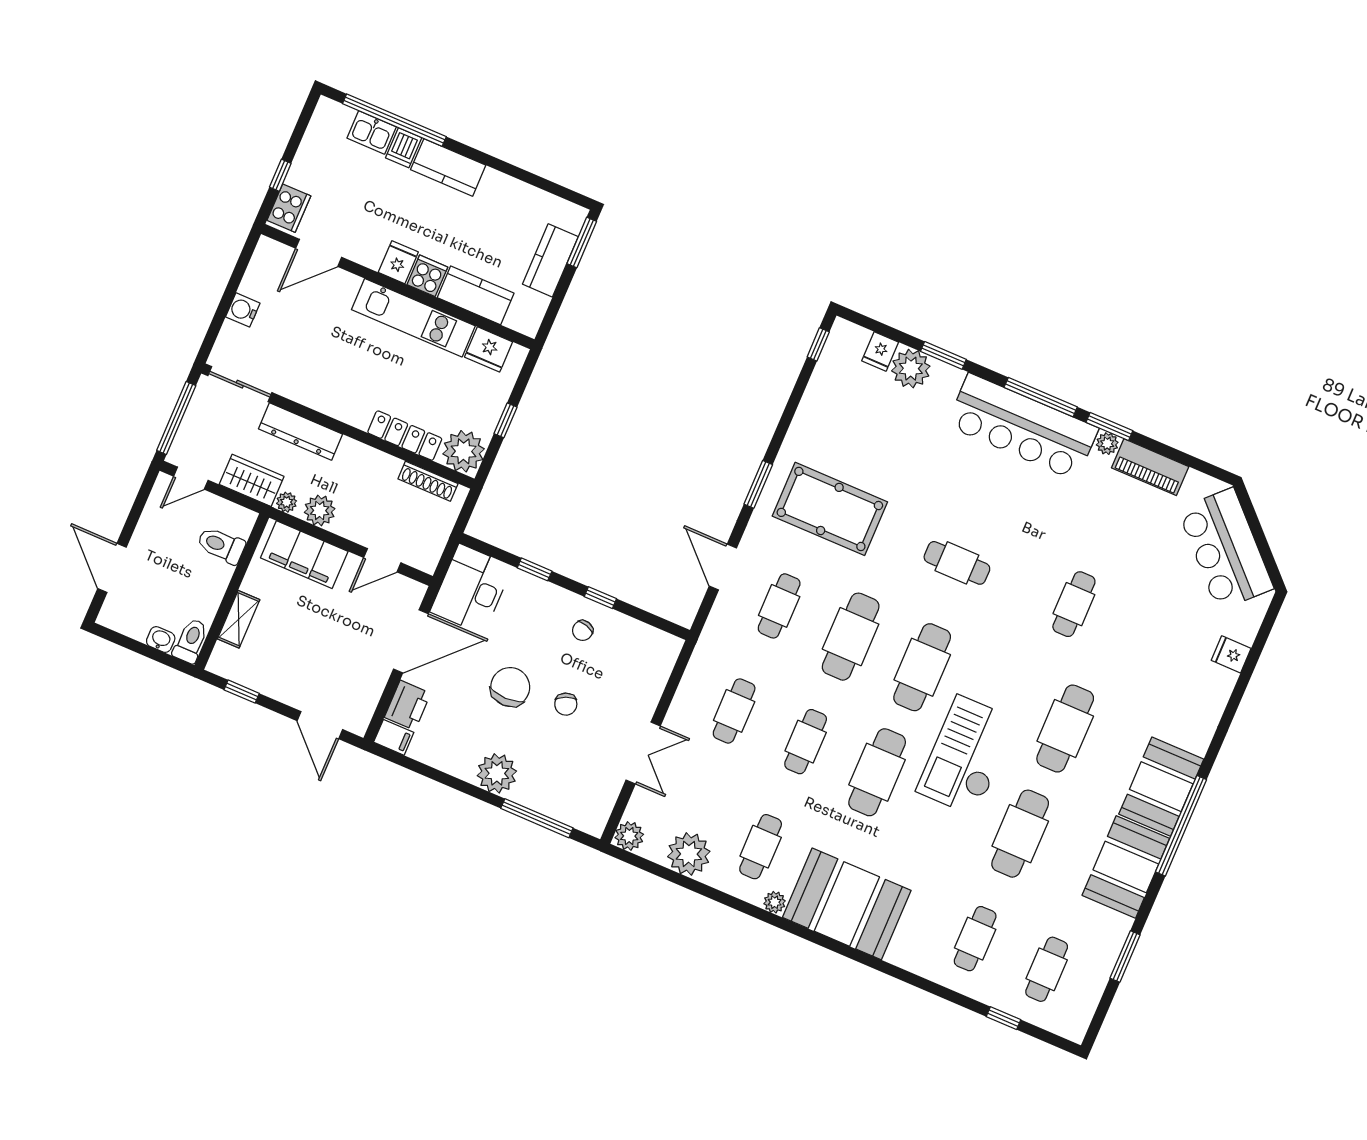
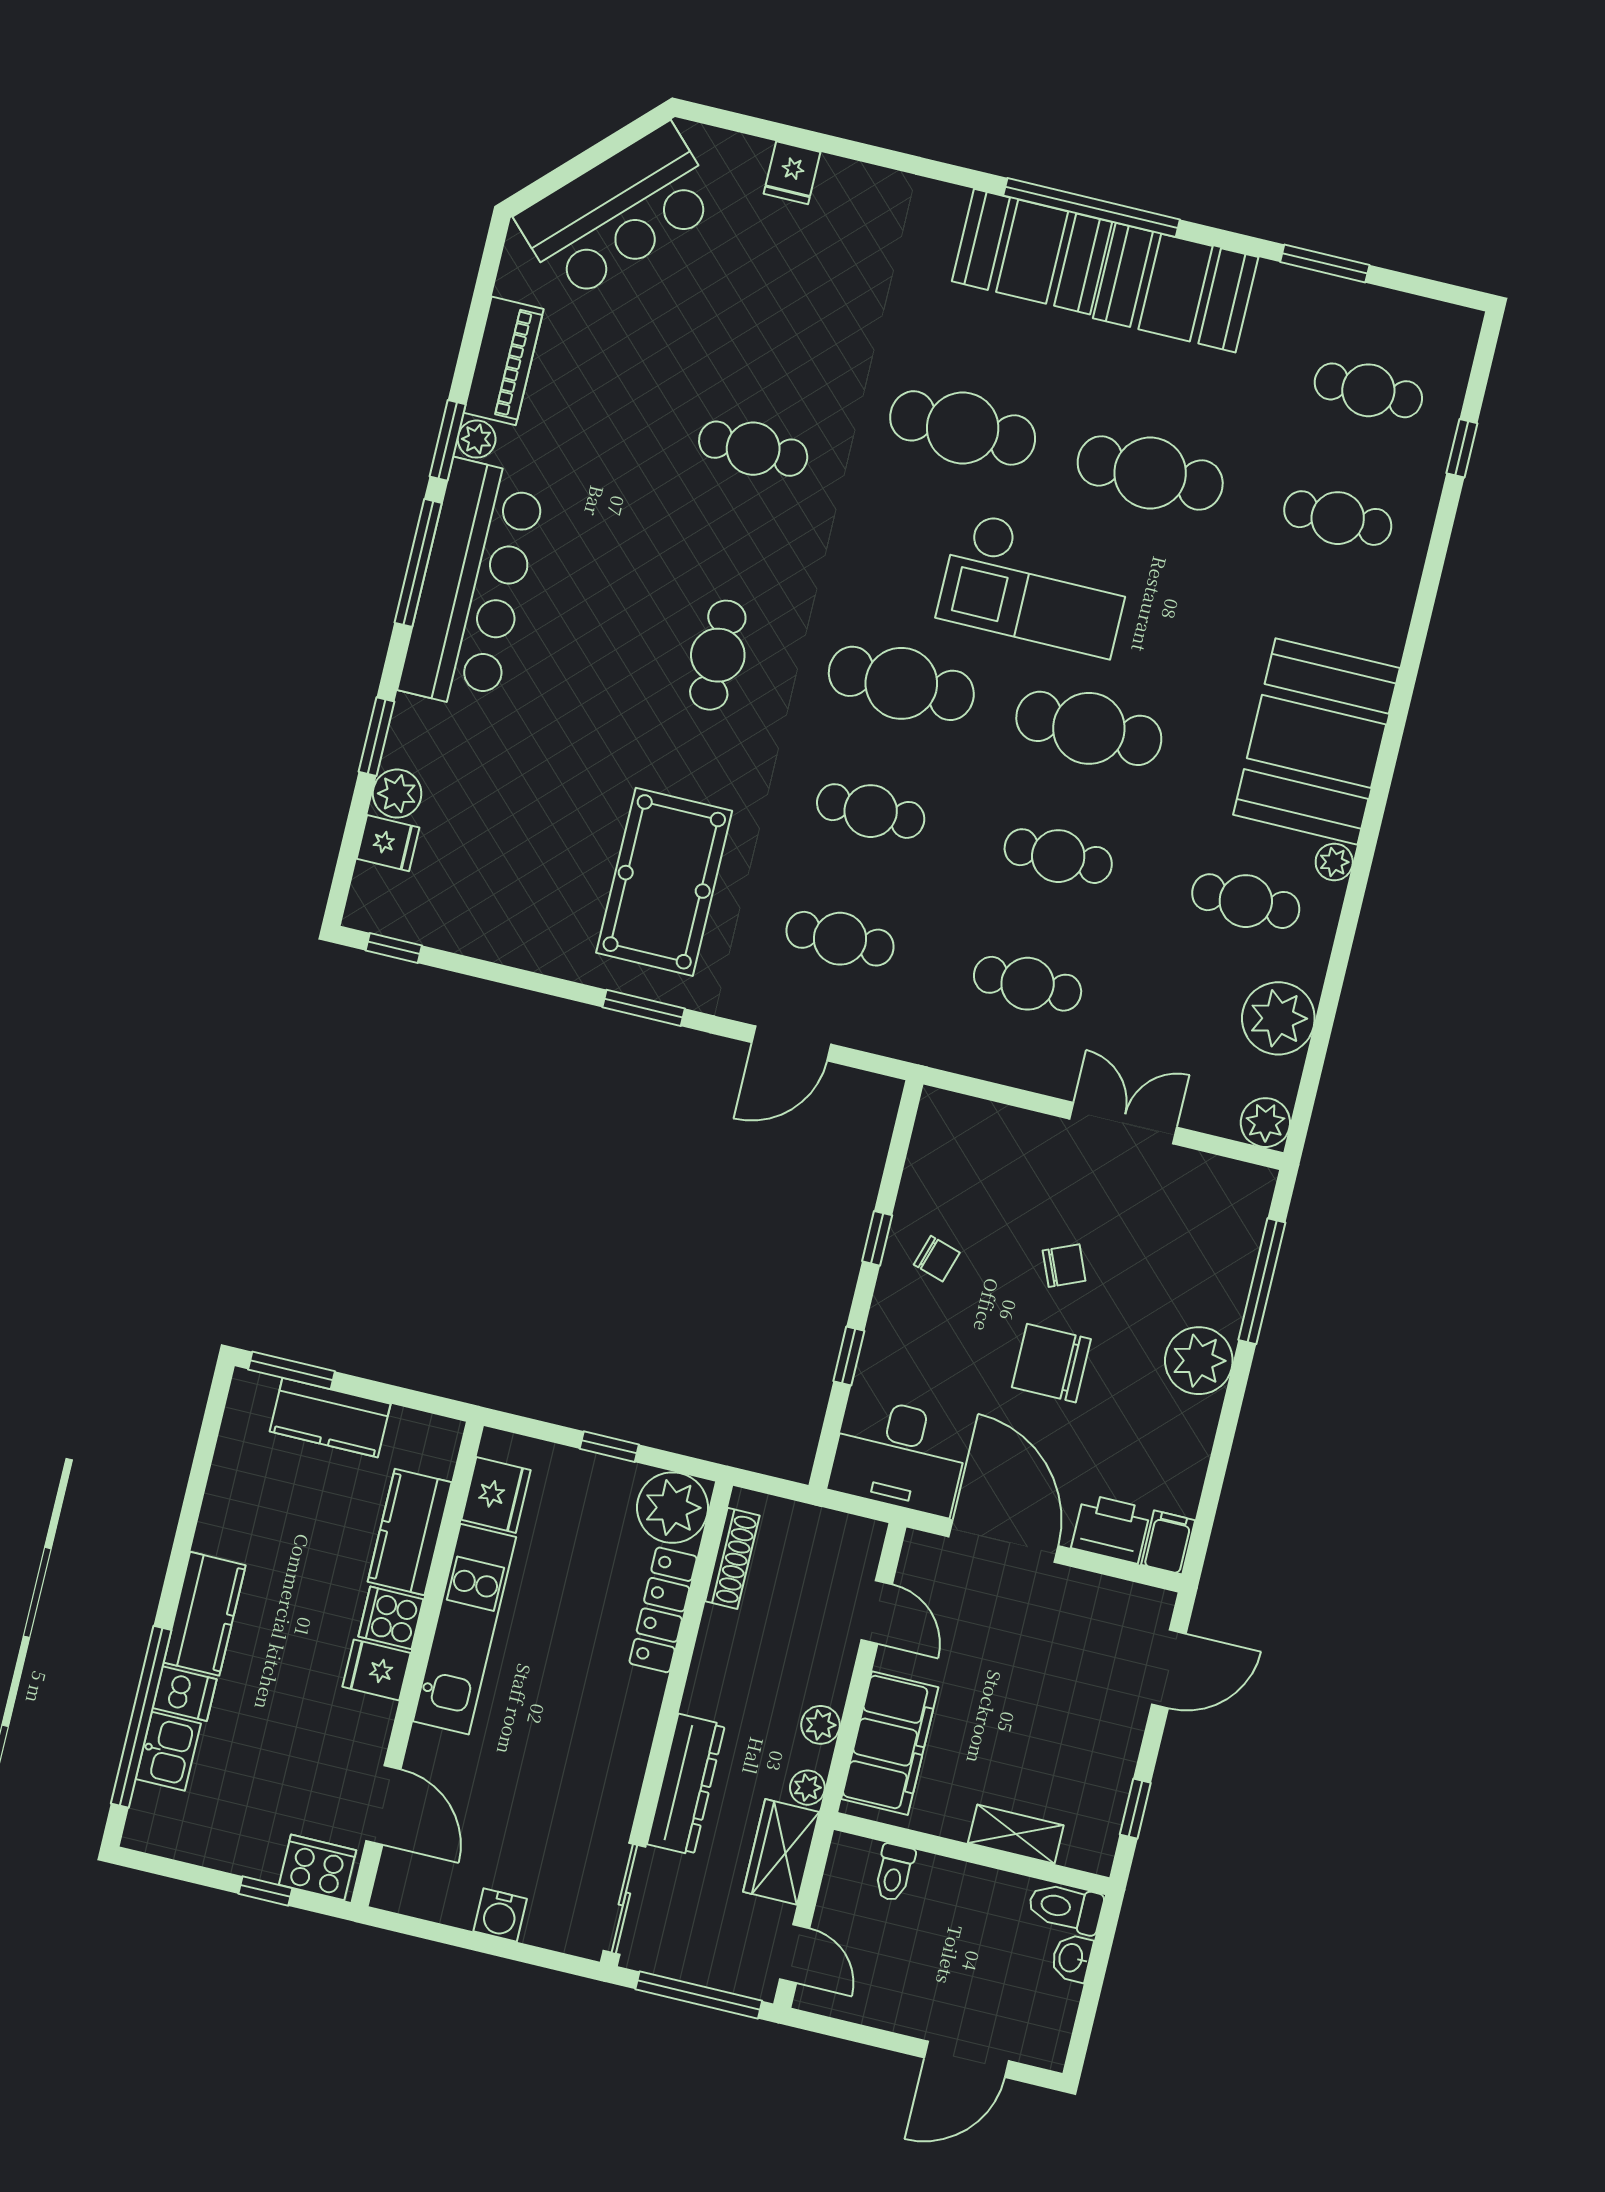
plant: (911, 369) -> (397, 794), width x0.73, depth x0.73
plant: (320, 510) -> (821, 1725), width x0.73, depth x0.73
toilet: (221, 545) -> (894, 1873), width x0.73, depth x0.72
cafe table: (851, 637) -> (871, 811), width x0.73, depth x0.74

